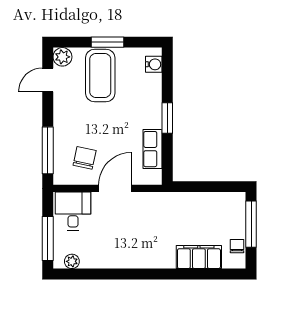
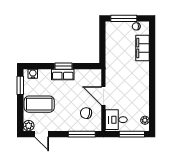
window: (107, 42) -> (20, 85), moved
row of seats: (152, 149) -> (63, 74), moved

